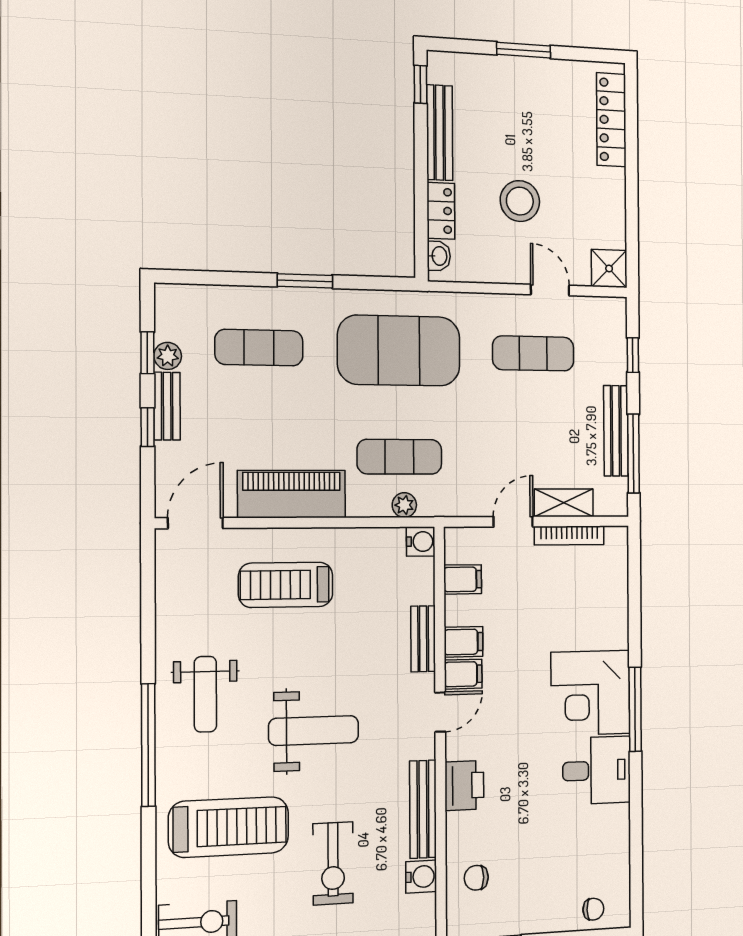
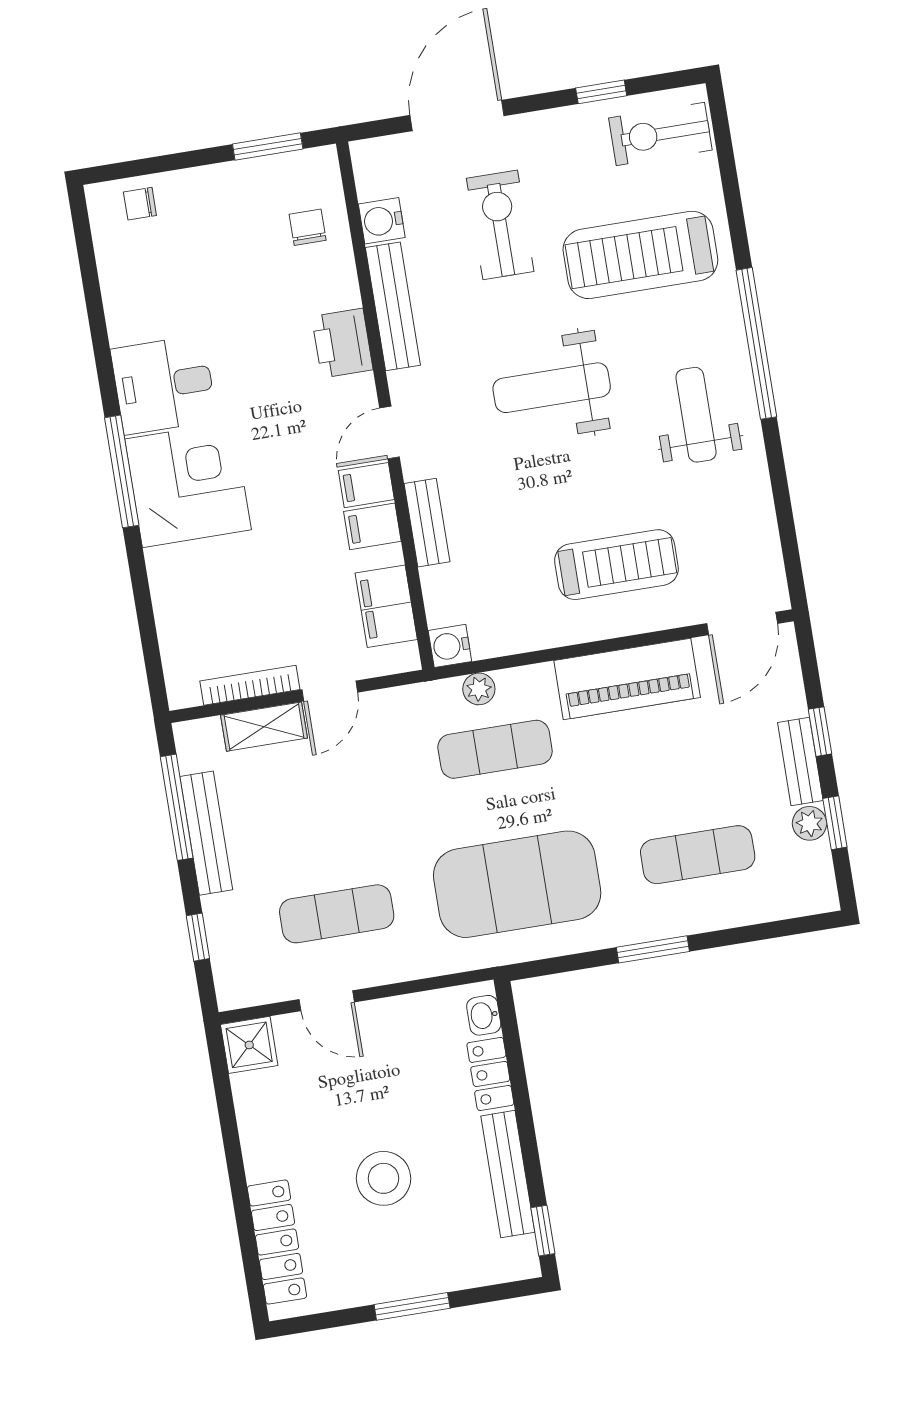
stool: (520, 201) -> (384, 1178), moved
filing cabinet: (463, 579) -> (386, 606), width x2.00
chair: (476, 878) -> (308, 227), turned -90

